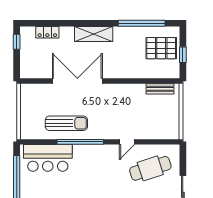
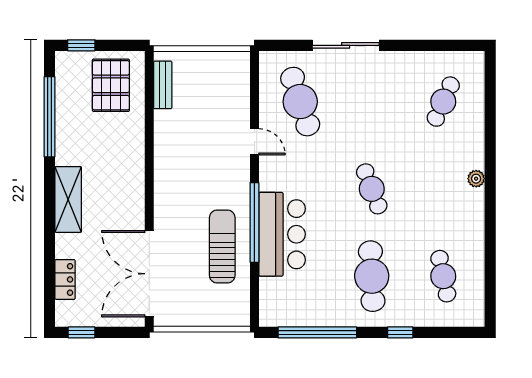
pallet: (161, 48) -> (111, 85), moved
window: (183, 55) -> (81, 45), moved
double door: (77, 81) -> (149, 274), moved
bar counter: (48, 158) -> (282, 234), moved

